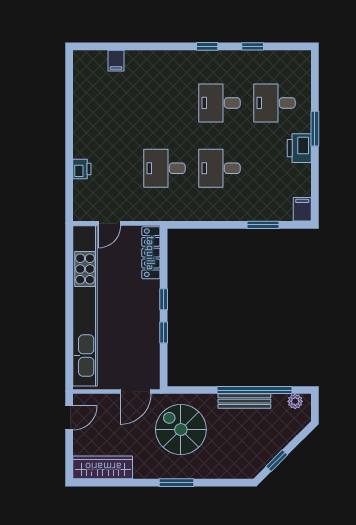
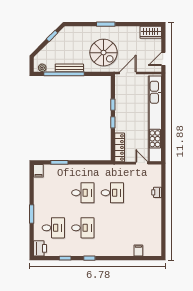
printer: (299, 148) -> (40, 248), moved
door: (109, 223) -> (142, 163), hinge flipped
wardrobe: (103, 467) -> (151, 32), width x0.67

